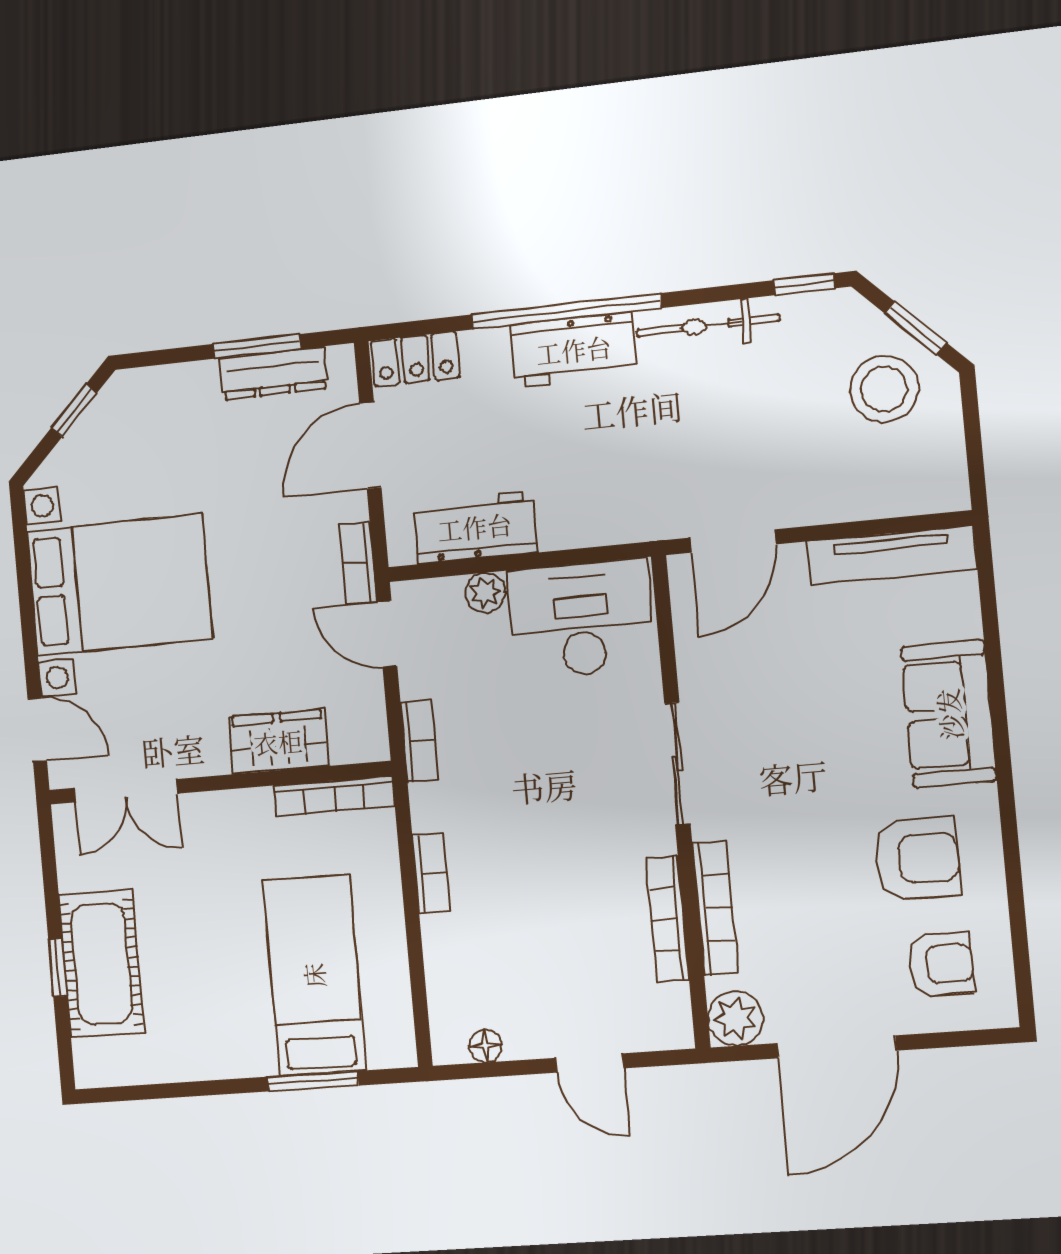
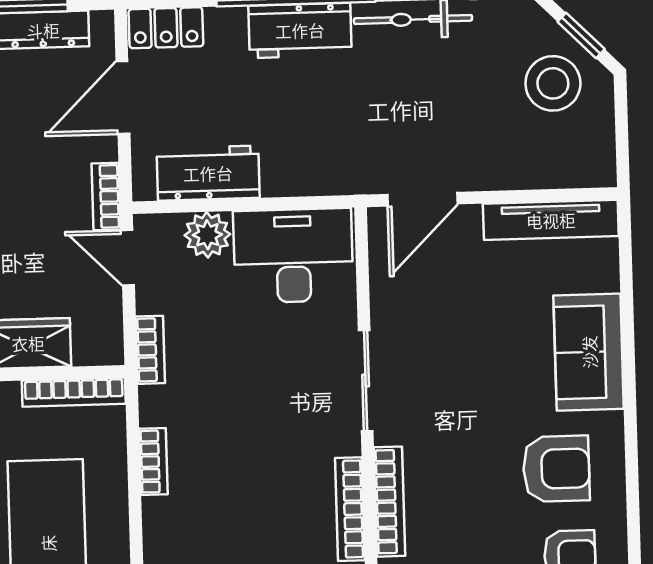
plant: (485, 593) -> (207, 235), width x1.38, depth x1.38

